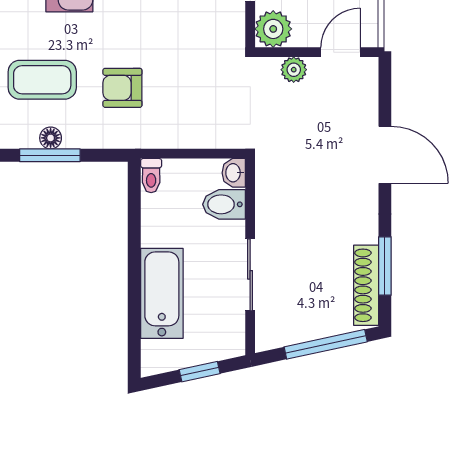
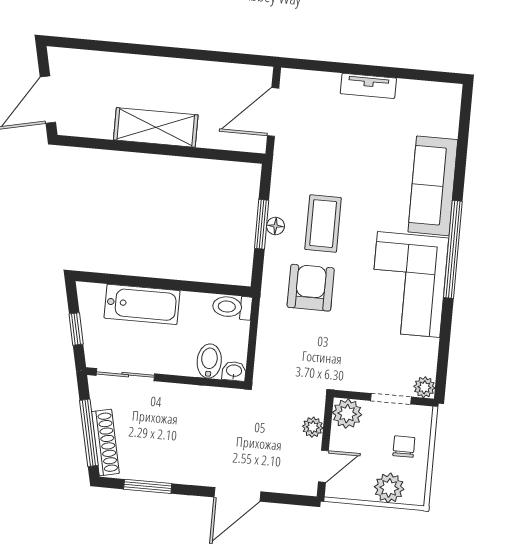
door: (341, 52) -> (323, 466), hinge flipped
armchair: (122, 88) -> (311, 288), width x1.38, depth x1.38
toilet: (151, 176) -> (232, 307), width x1.37, depth x1.39
sliding door: (250, 275) -> (125, 375), moved
shoe rack: (366, 285) -> (105, 442), moved, turned 78

